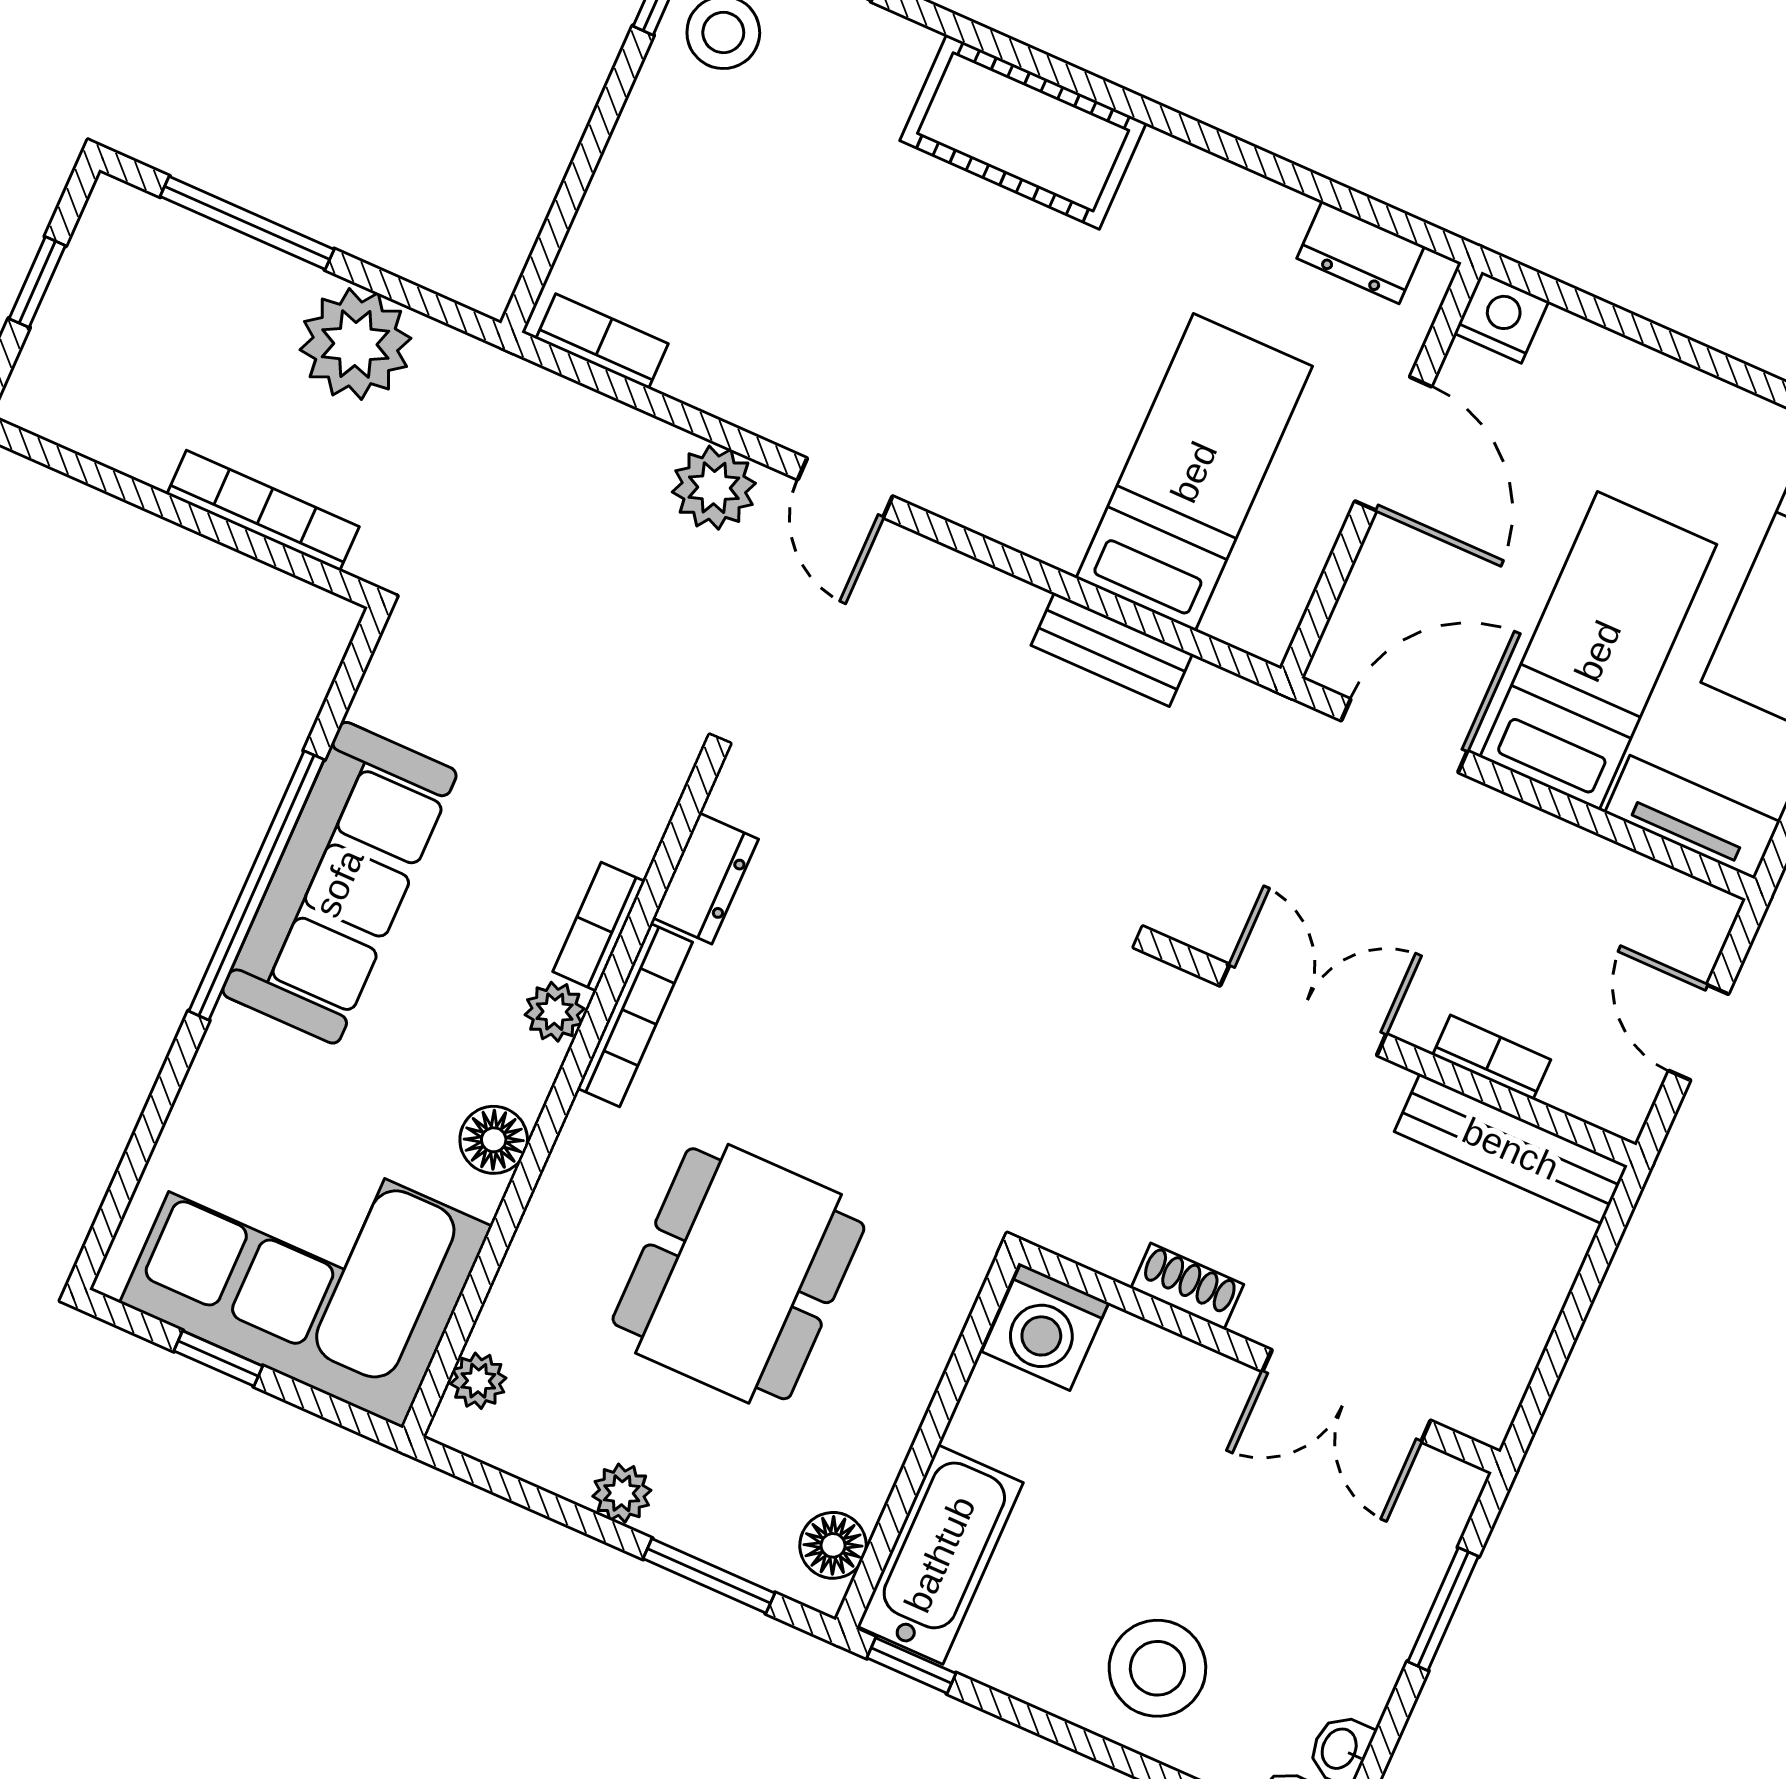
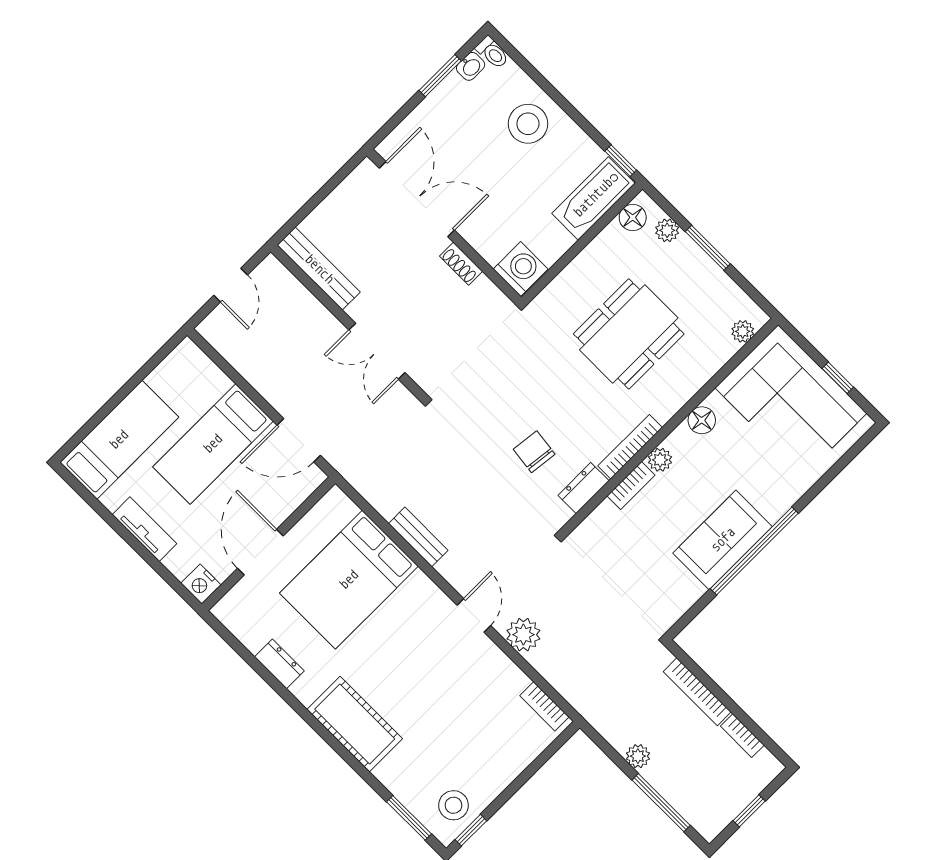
dresser: (1361, 252) -> (279, 664), moved
plant: (355, 344) -> (638, 756), width x0.53, depth x0.53
bed: (1194, 472) -> (349, 580), width x1.50
bench: (1112, 650) -> (418, 537), moved
tv unit: (1692, 817) -> (144, 529), moved, turned 180
sofa: (339, 883) -> (723, 540), width x0.73
chair: (852, 918) -> (534, 452), added
bookcase: (1492, 1057) -> (742, 736), moved
double door: (1346, 1396) -> (417, 199), width x1.37
plant: (622, 1493) -> (667, 230), moved
window: (709, 1576) -> (708, 248), moved
window: (1443, 1609) -> (440, 76), moved

